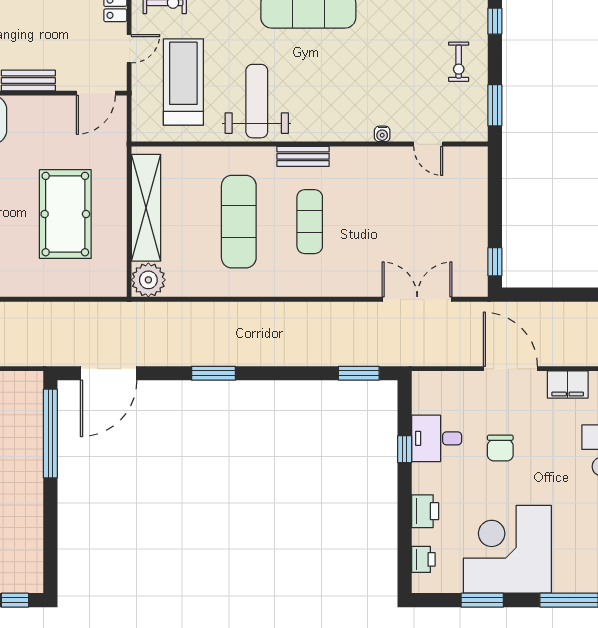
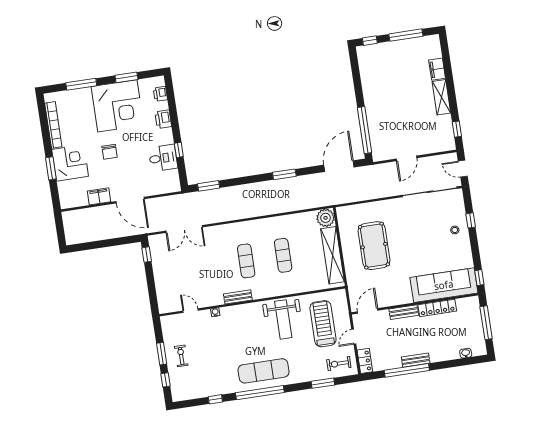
treadmill: (183, 82) -> (323, 324), turned 180
window: (495, 105) -> (162, 354), moved
bench: (303, 156) -> (238, 297), moved
exercise mat: (239, 222) -> (283, 255), width x0.73, depth x0.69
chair: (500, 448) -> (110, 152), moved, turned 180

